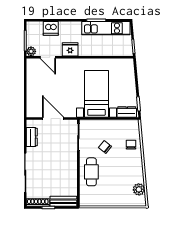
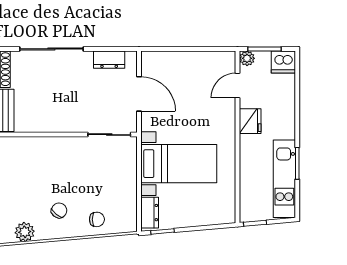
dishwasher: (51, 28) -> (283, 62), moved, turned -90
door: (53, 118) -> (139, 94), hinge flipped
chair: (105, 147) -> (59, 210), moved
cafe table: (91, 172) -> (53, 156), removed

